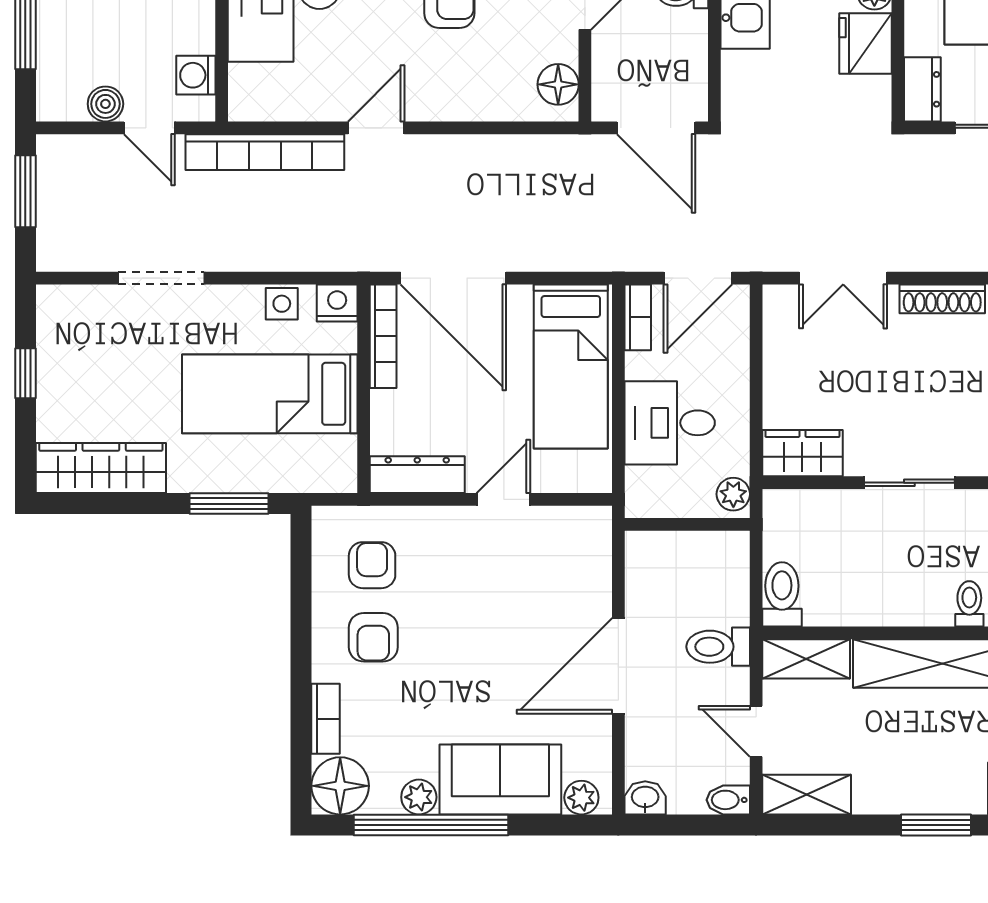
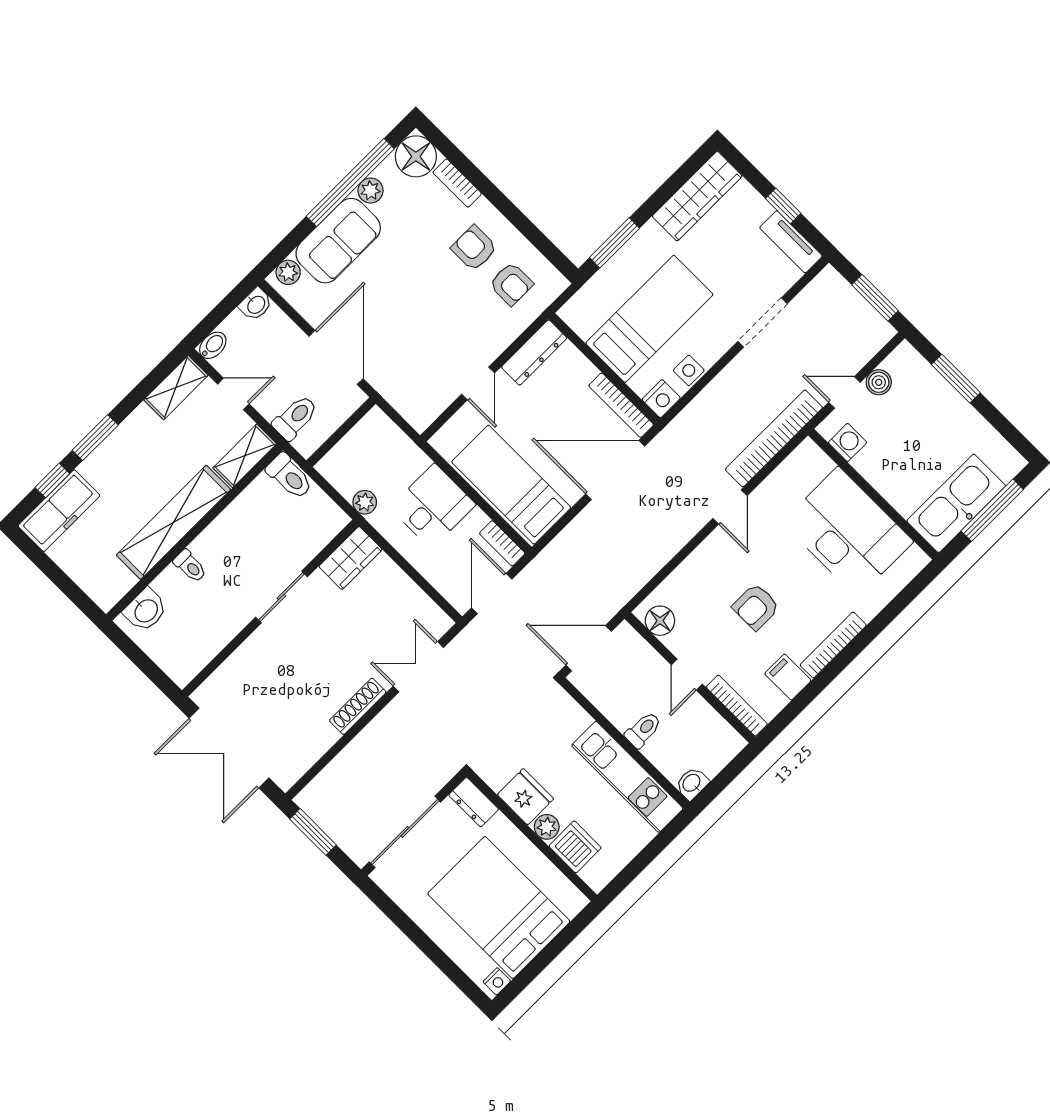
tv unit: (53, 330) -> (791, 242), added
wall: (687, 524) -> (341, 432), moved

